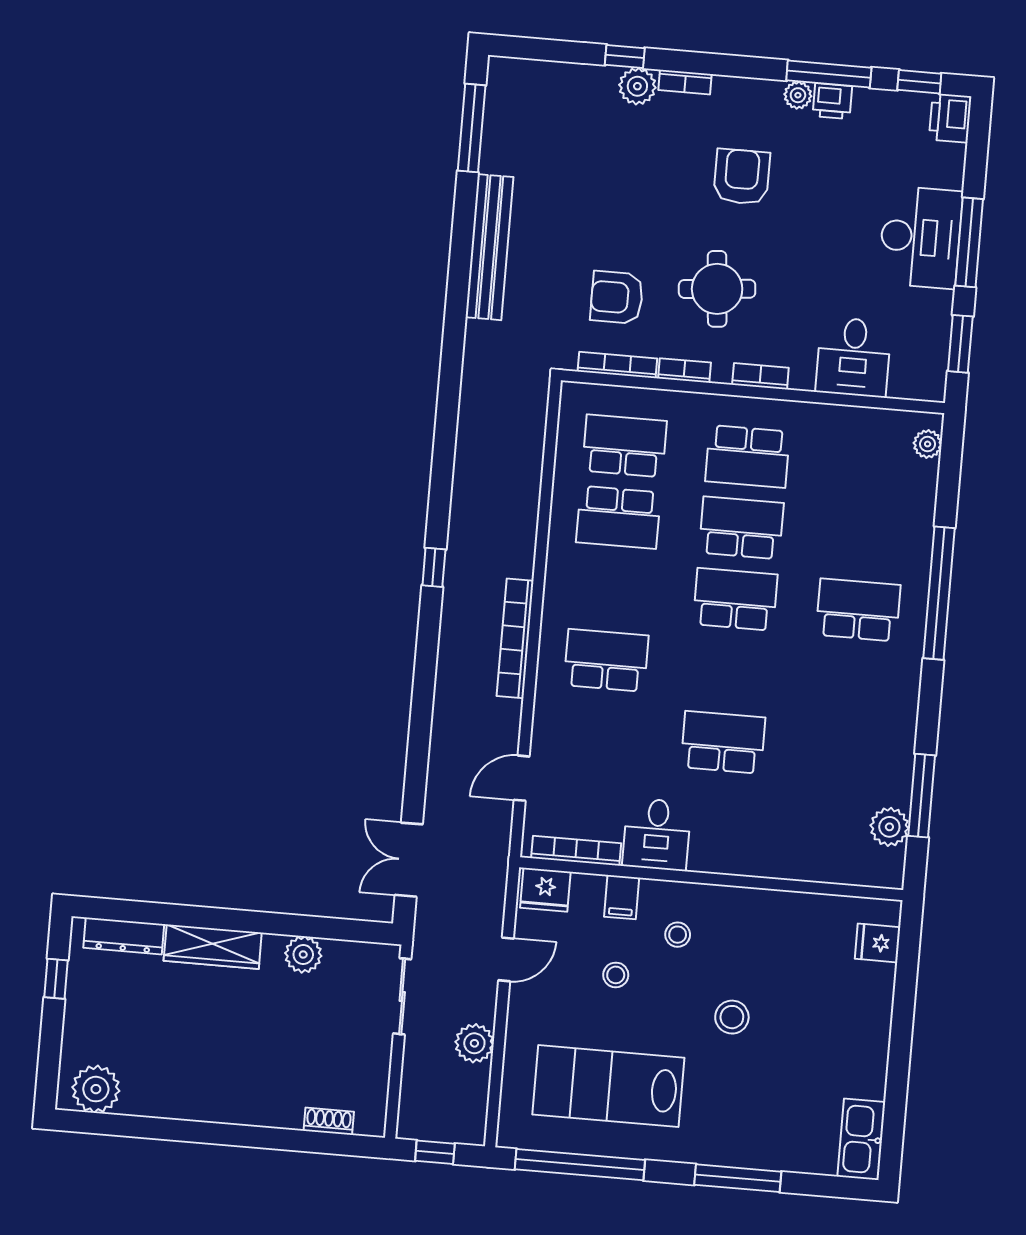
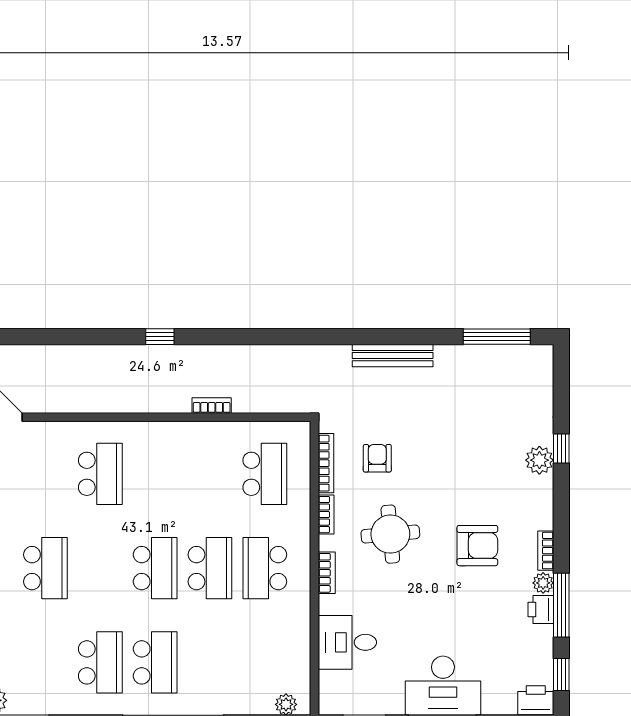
bookcase: (685, 82) -> (546, 551), moved
bench: (489, 247) -> (393, 356), width x0.73, depth x0.82
armchair: (617, 297) -> (377, 458), width x0.72, depth x0.72
school desk: (618, 517) -> (100, 662), moved, turned 180
bookcase: (515, 638) -> (212, 406), moved, width x0.43, depth x0.76

